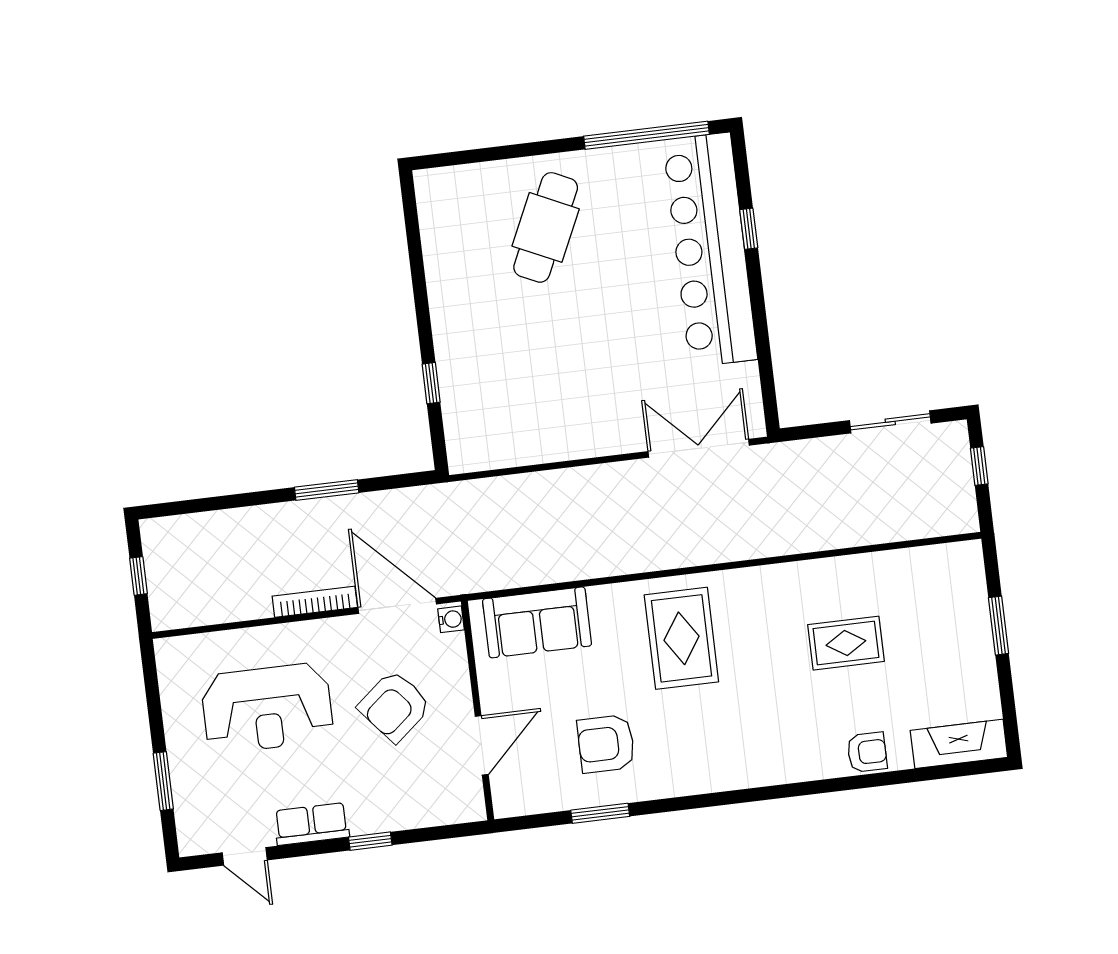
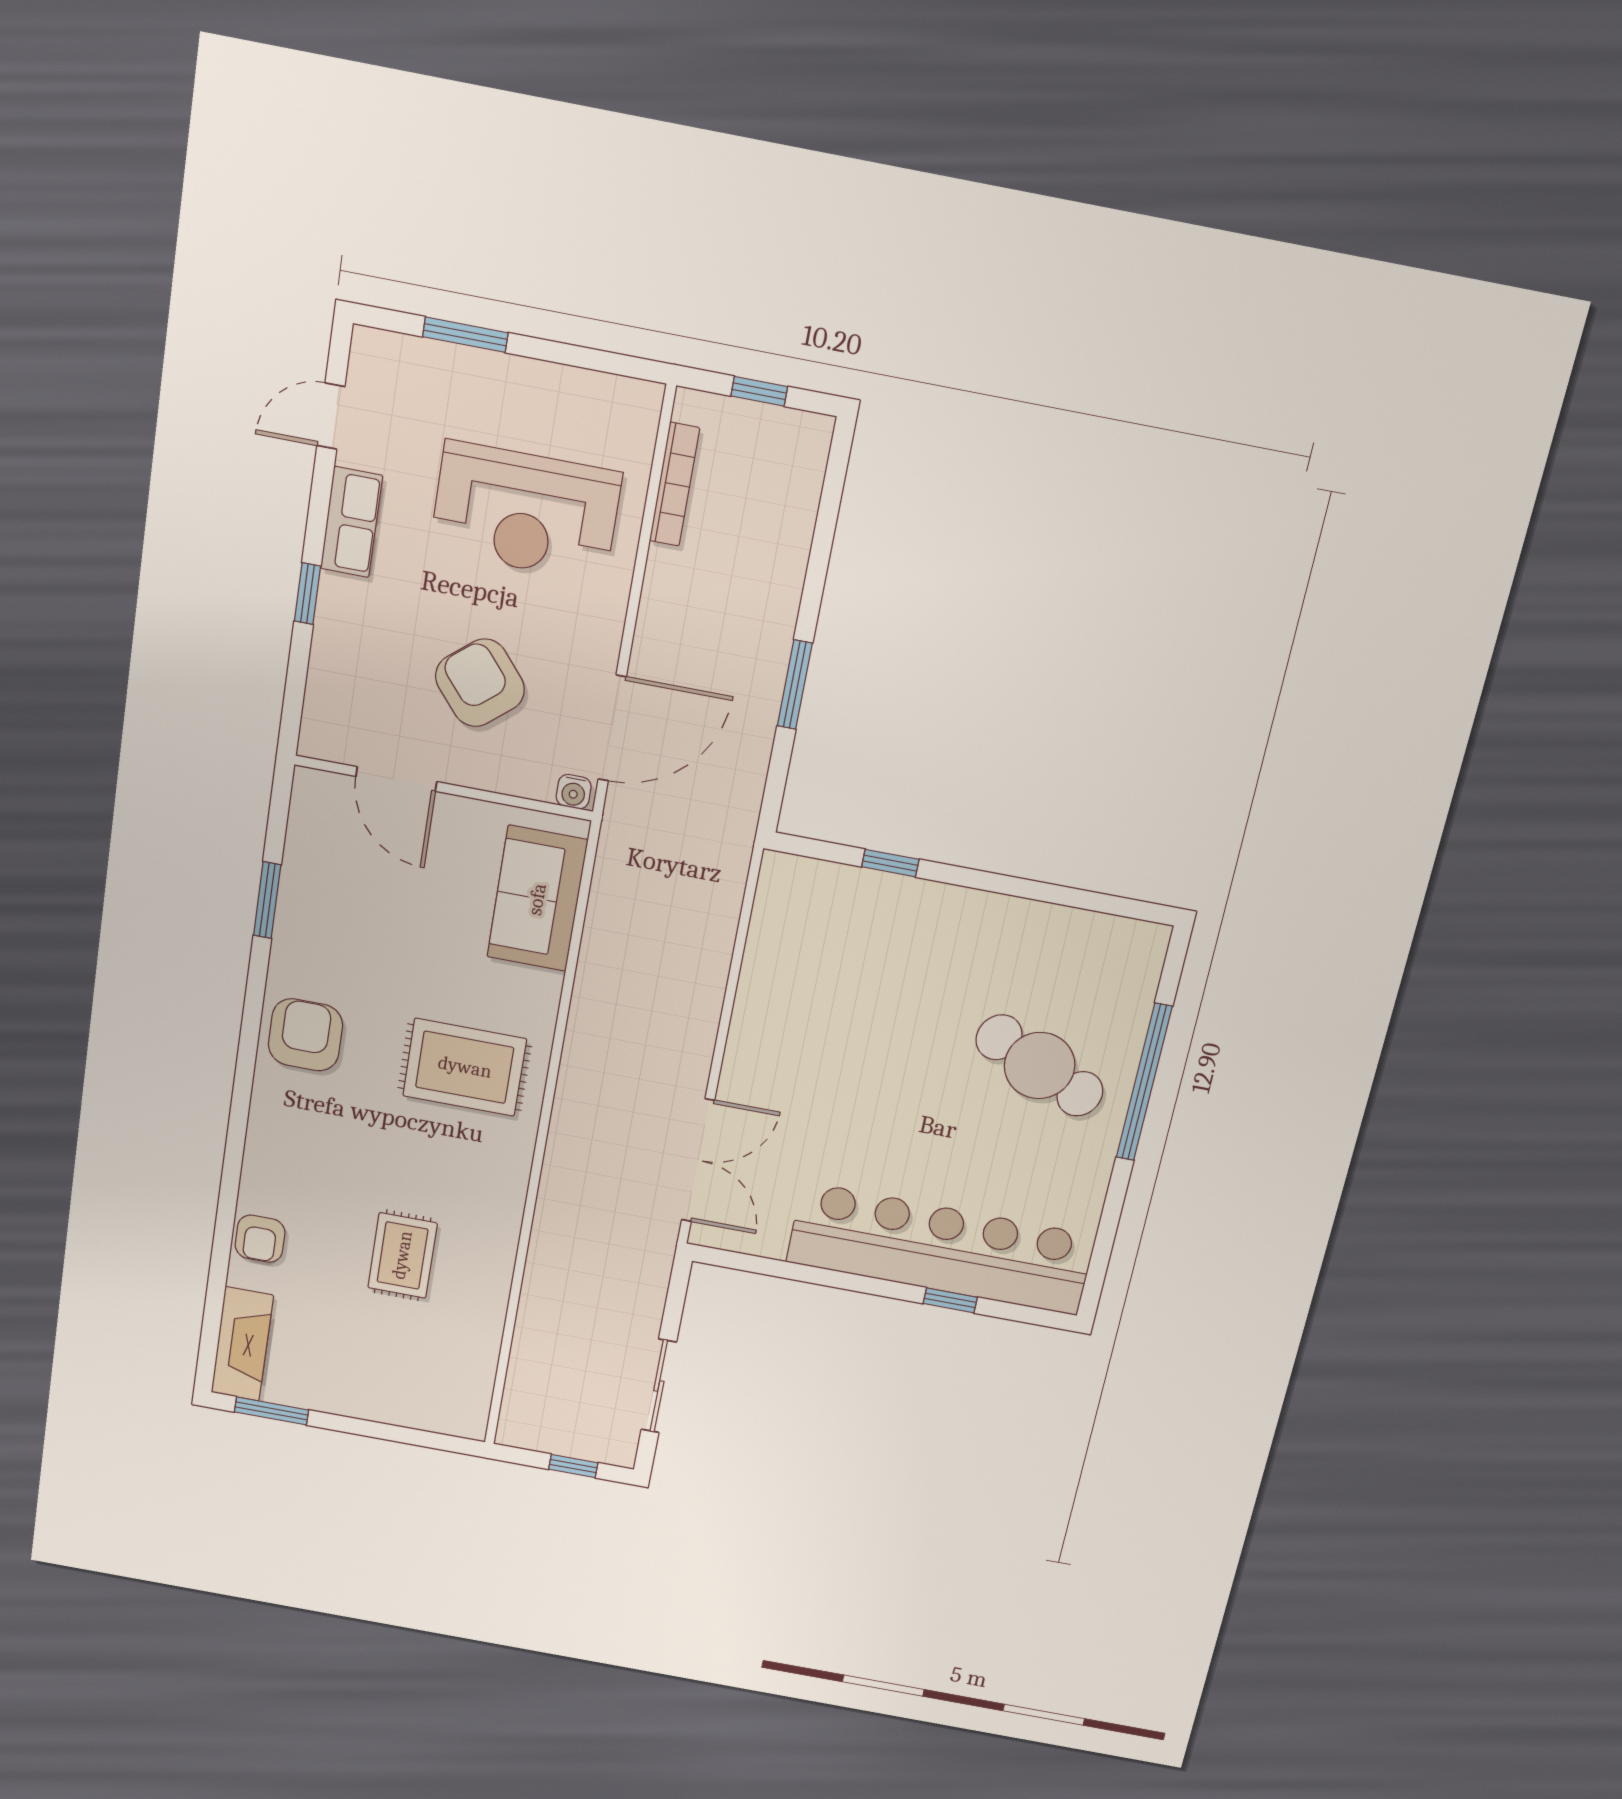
window: (646, 135) -> (1144, 1082), moved
bookcase: (315, 602) -> (674, 484), moved
window: (999, 626) -> (271, 1411), moved
reception desk: (267, 708) -> (526, 512), turned -90
armchair: (606, 744) -> (305, 1035), moved

